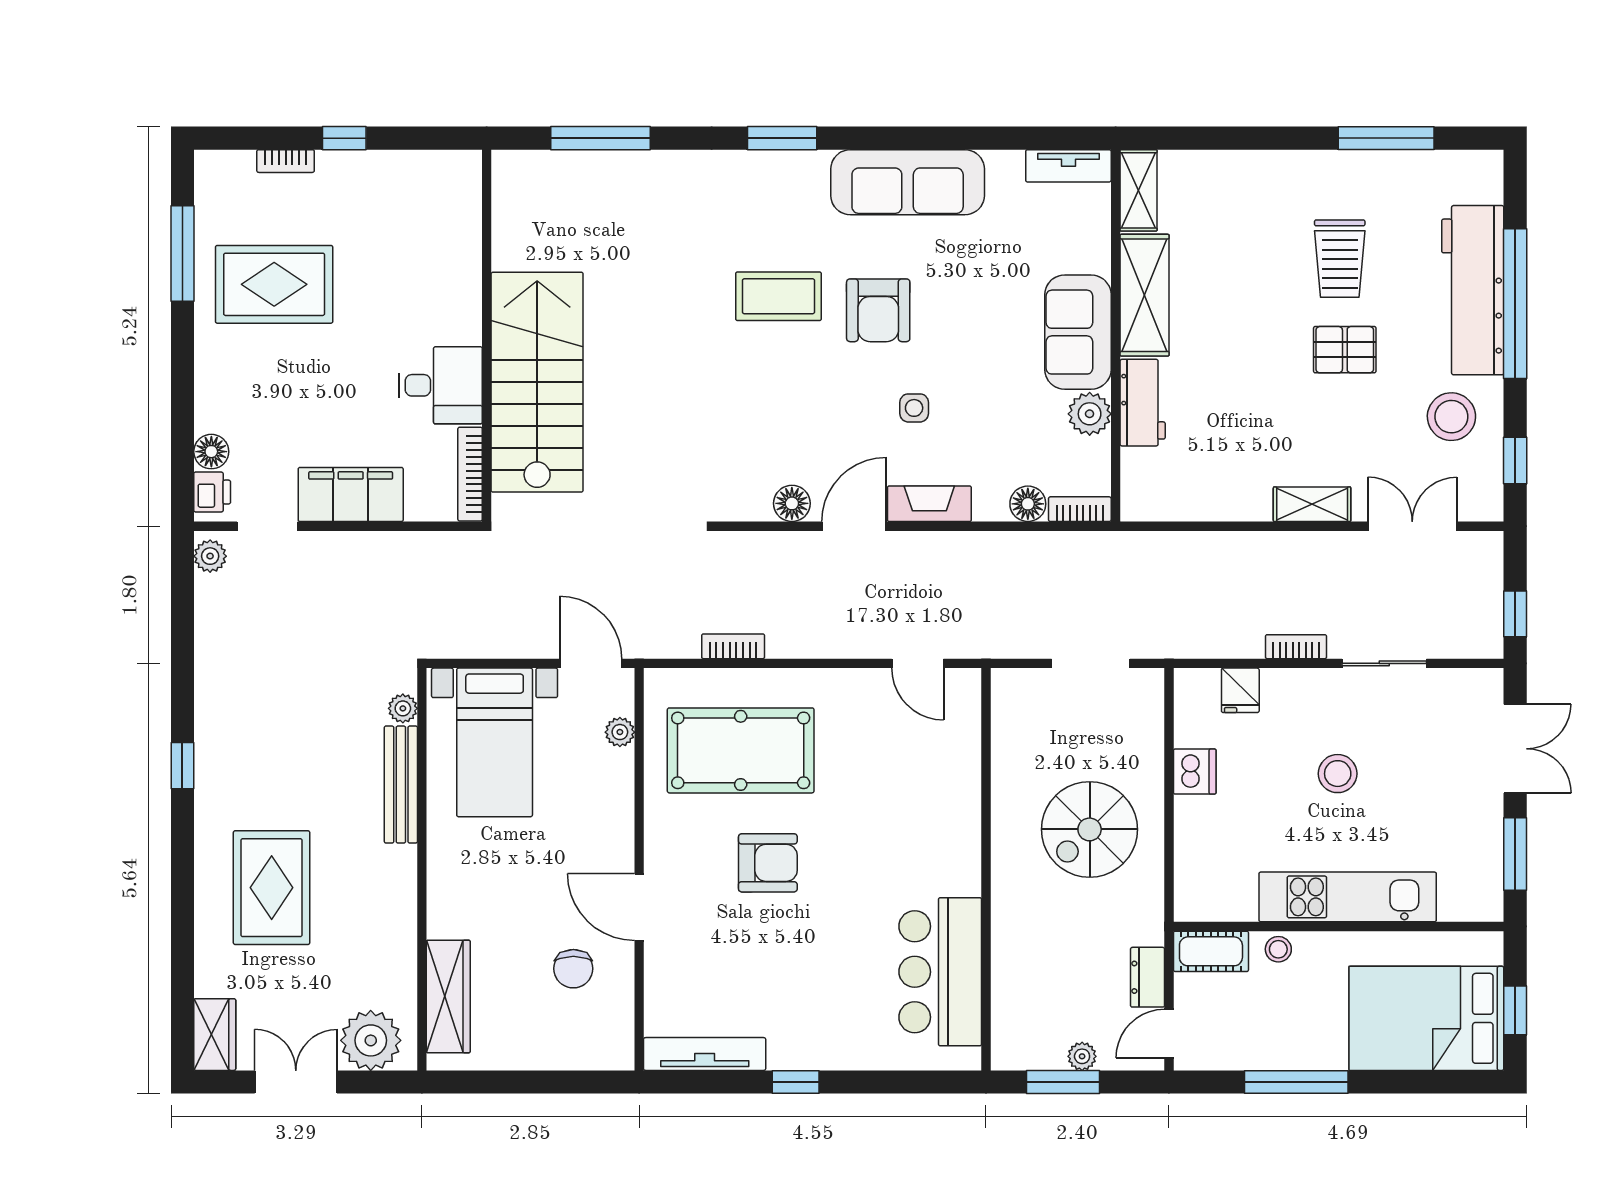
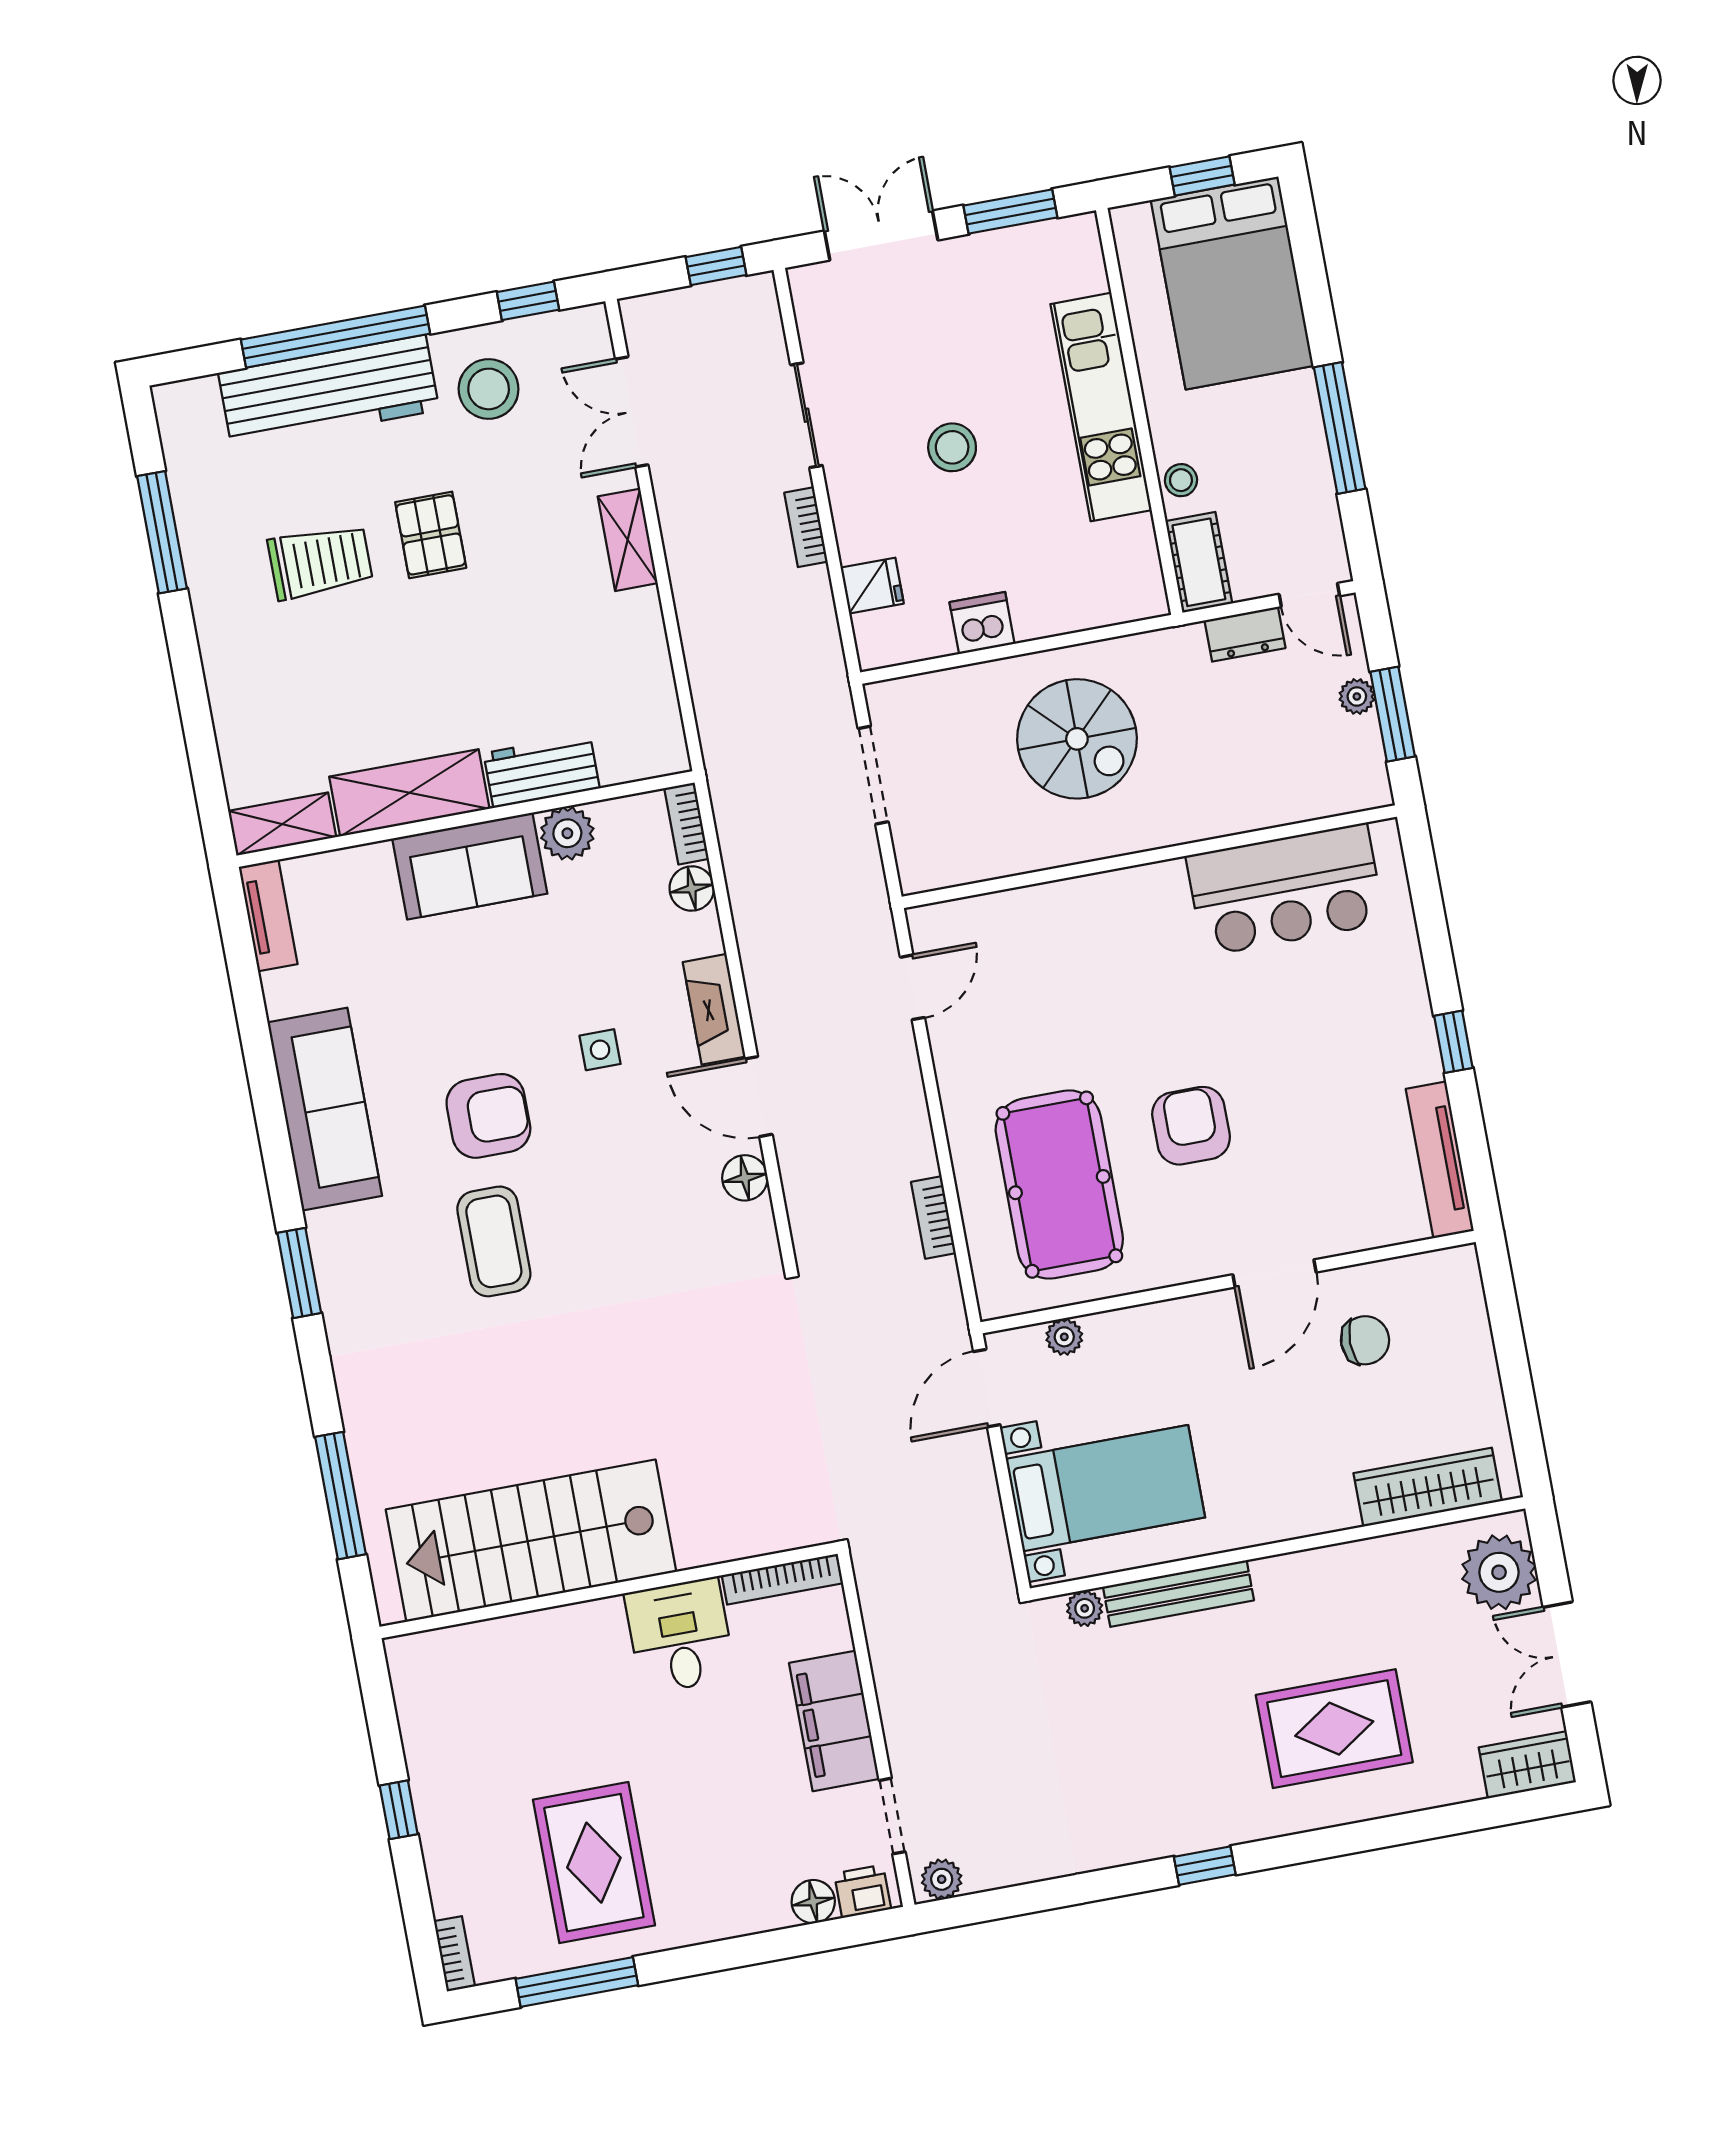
bookcase: (286, 161) -> (454, 1954), moved
stairs: (537, 382) -> (531, 1541), moved

